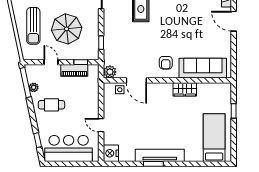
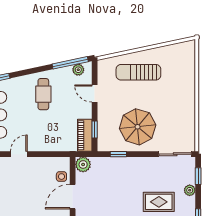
parasol: (67, 29) -> (138, 127), moved
door: (51, 62) -> (95, 94), swing flipped
piano: (74, 70) -> (85, 135), moved
plant: (34, 87) -> (78, 70), moved

